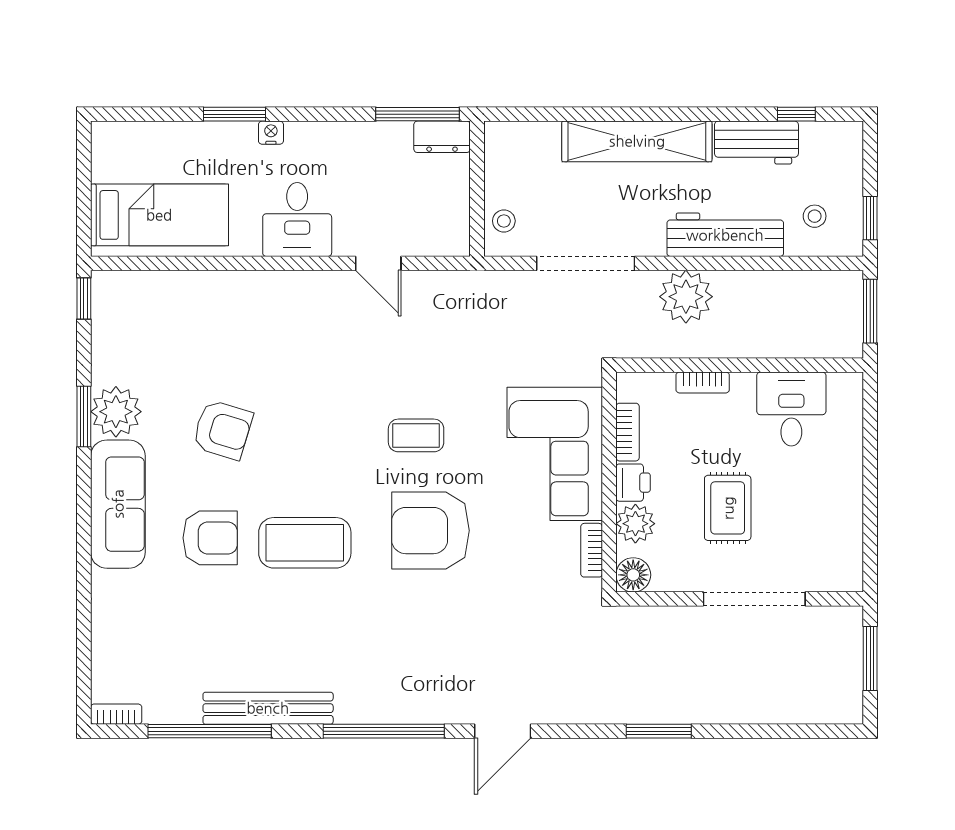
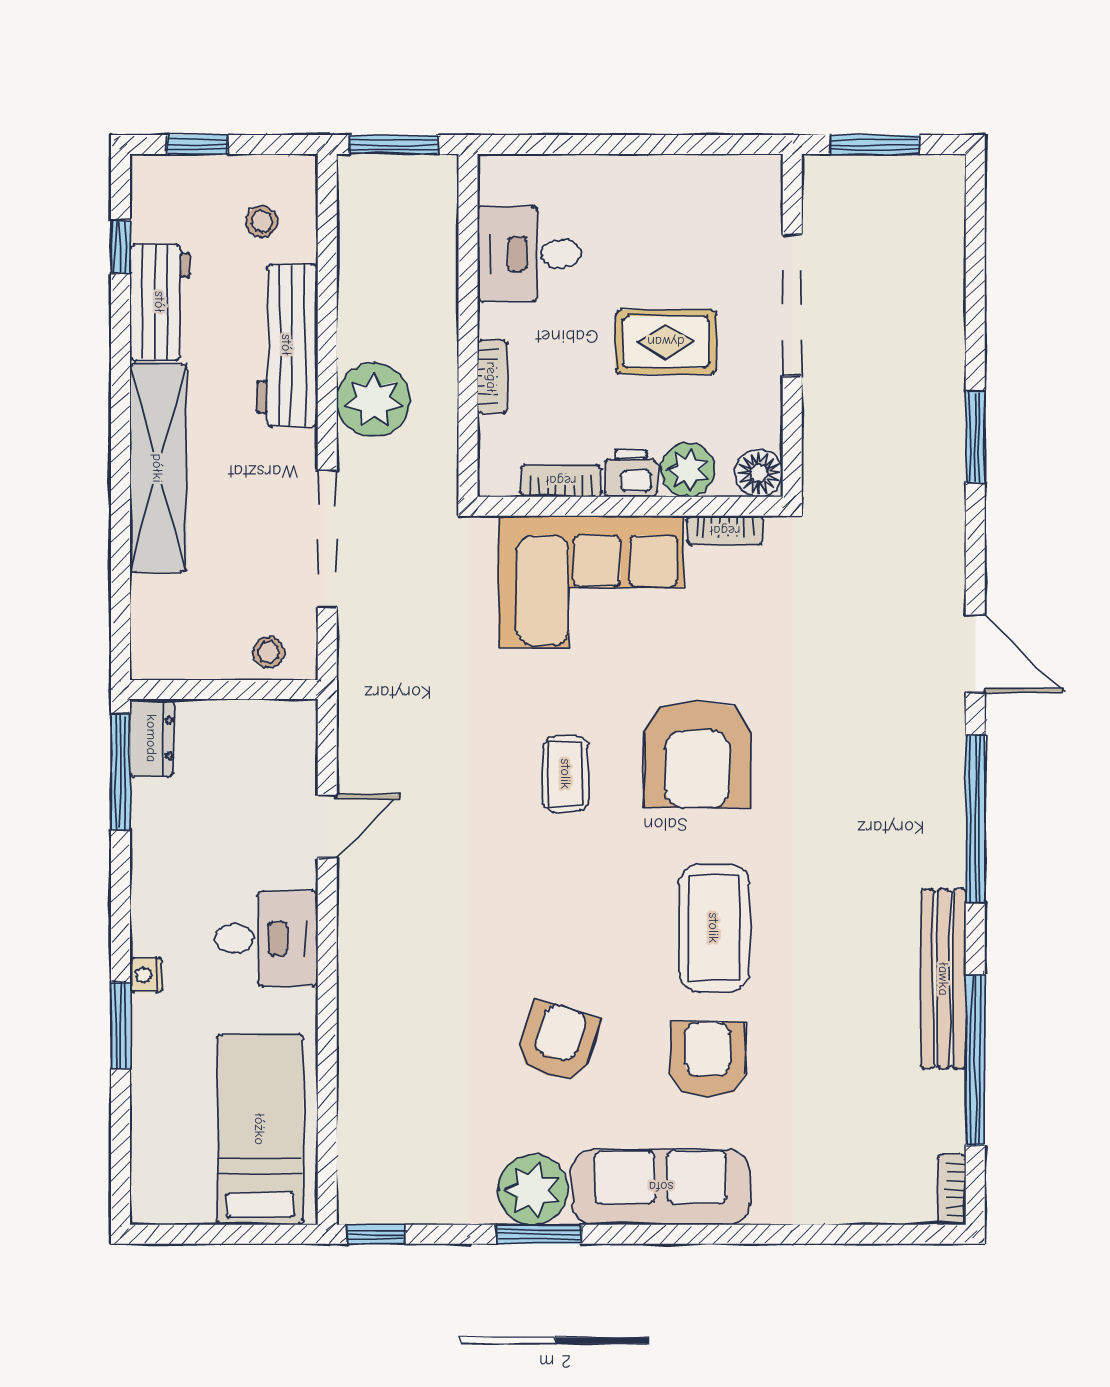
window: (870, 218) -> (197, 145), moved

